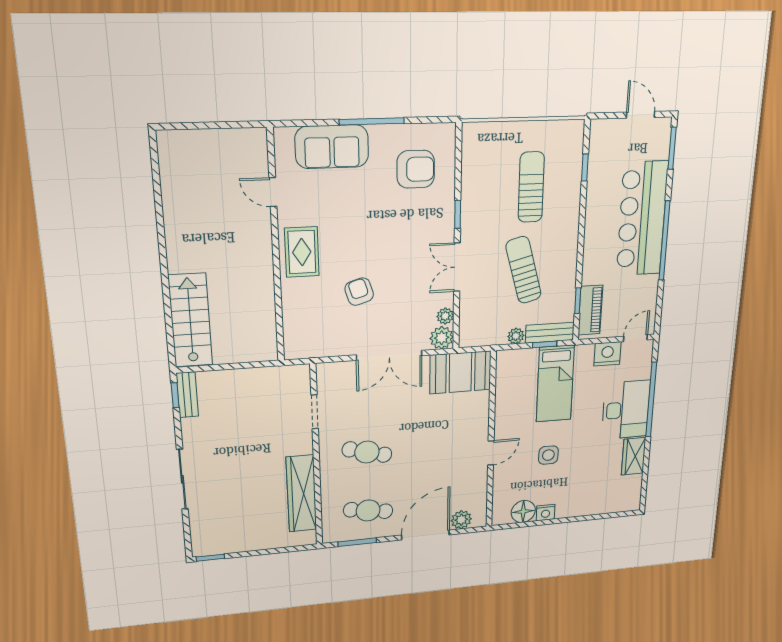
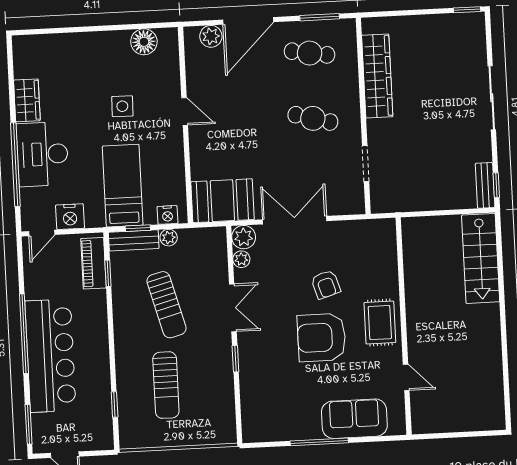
armchair: (416, 169) -> (321, 338), moved, width x1.36, depth x1.36
door: (491, 453) -> (185, 112), swing flipped
nightstand: (546, 513) -> (167, 215), moved, turned 180

